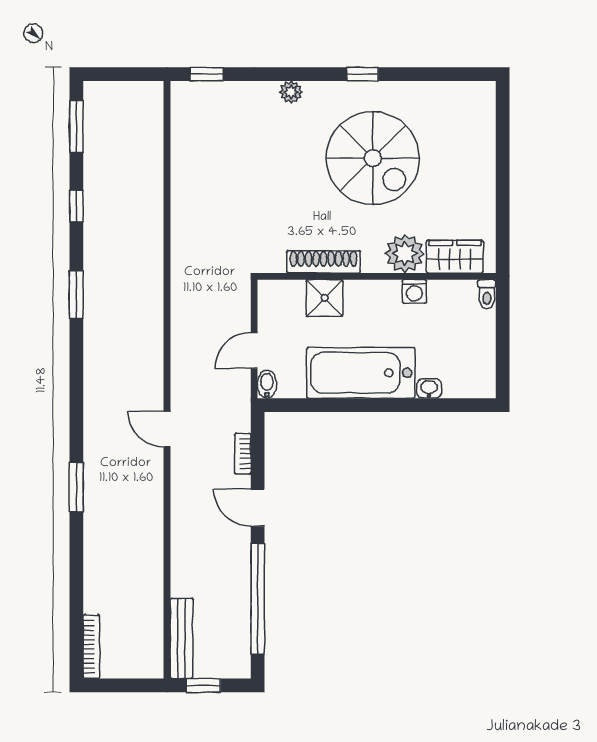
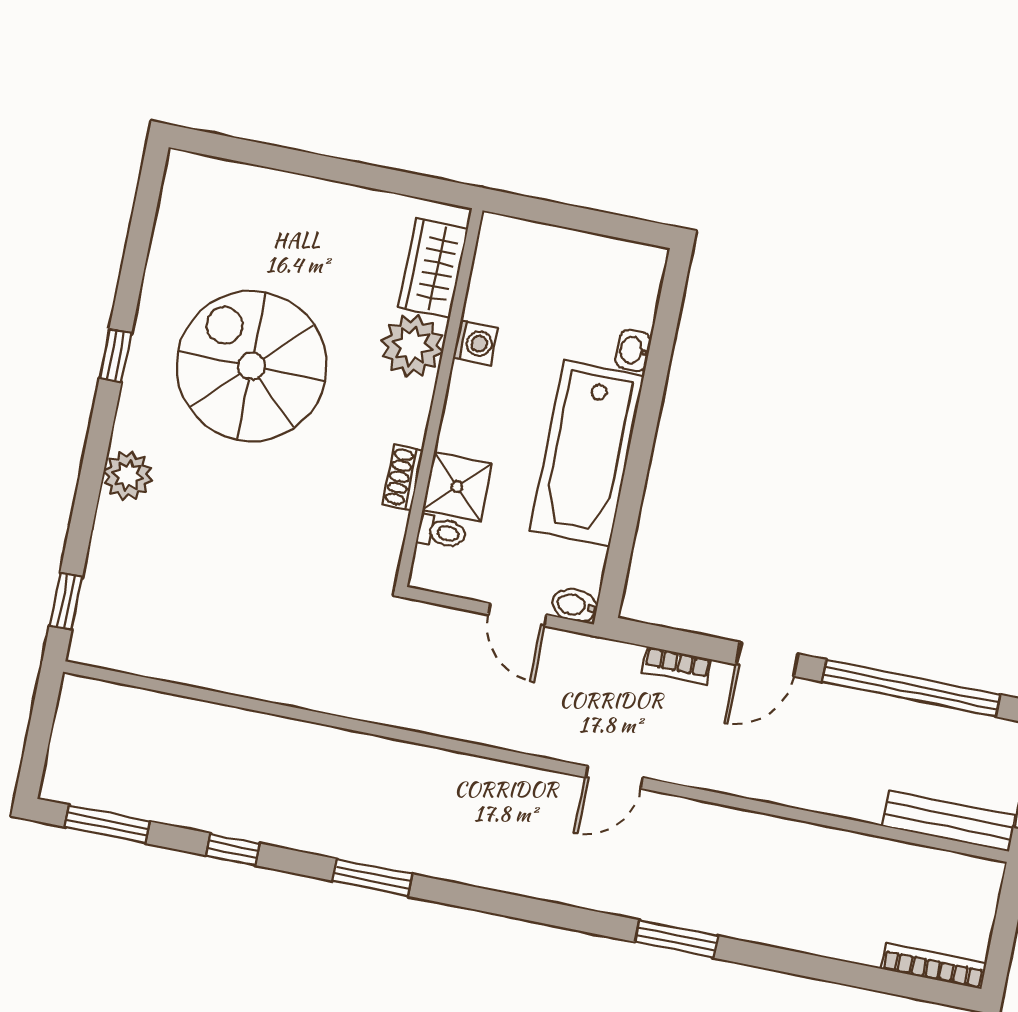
plant: (291, 92) -> (128, 476), width x1.38, depth x1.38
spiral stairs: (373, 158) -> (252, 366), turned -90
shoe rack: (323, 262) -> (403, 478), width x0.51, depth x0.81
toilet: (487, 294) -> (442, 532), moved

